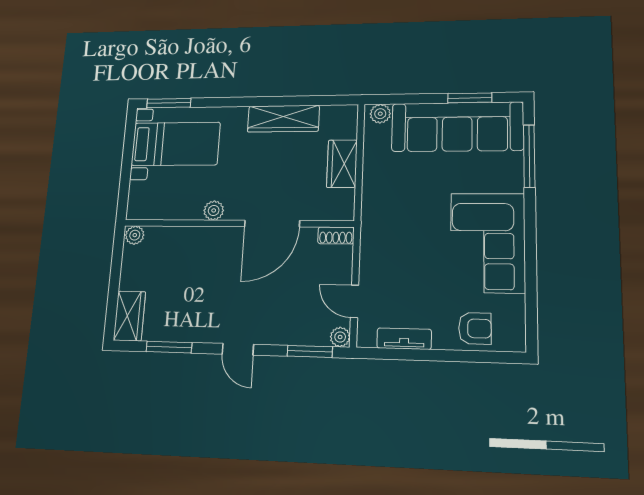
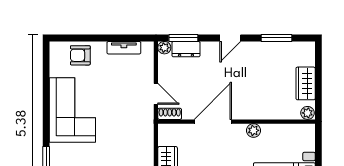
door: (354, 301) -> (156, 94), moved
wardrobe: (129, 316) -> (306, 83), moved
dresser: (307, 334) -> (186, 49), added
door: (238, 349) -> (230, 38), swing flipped

